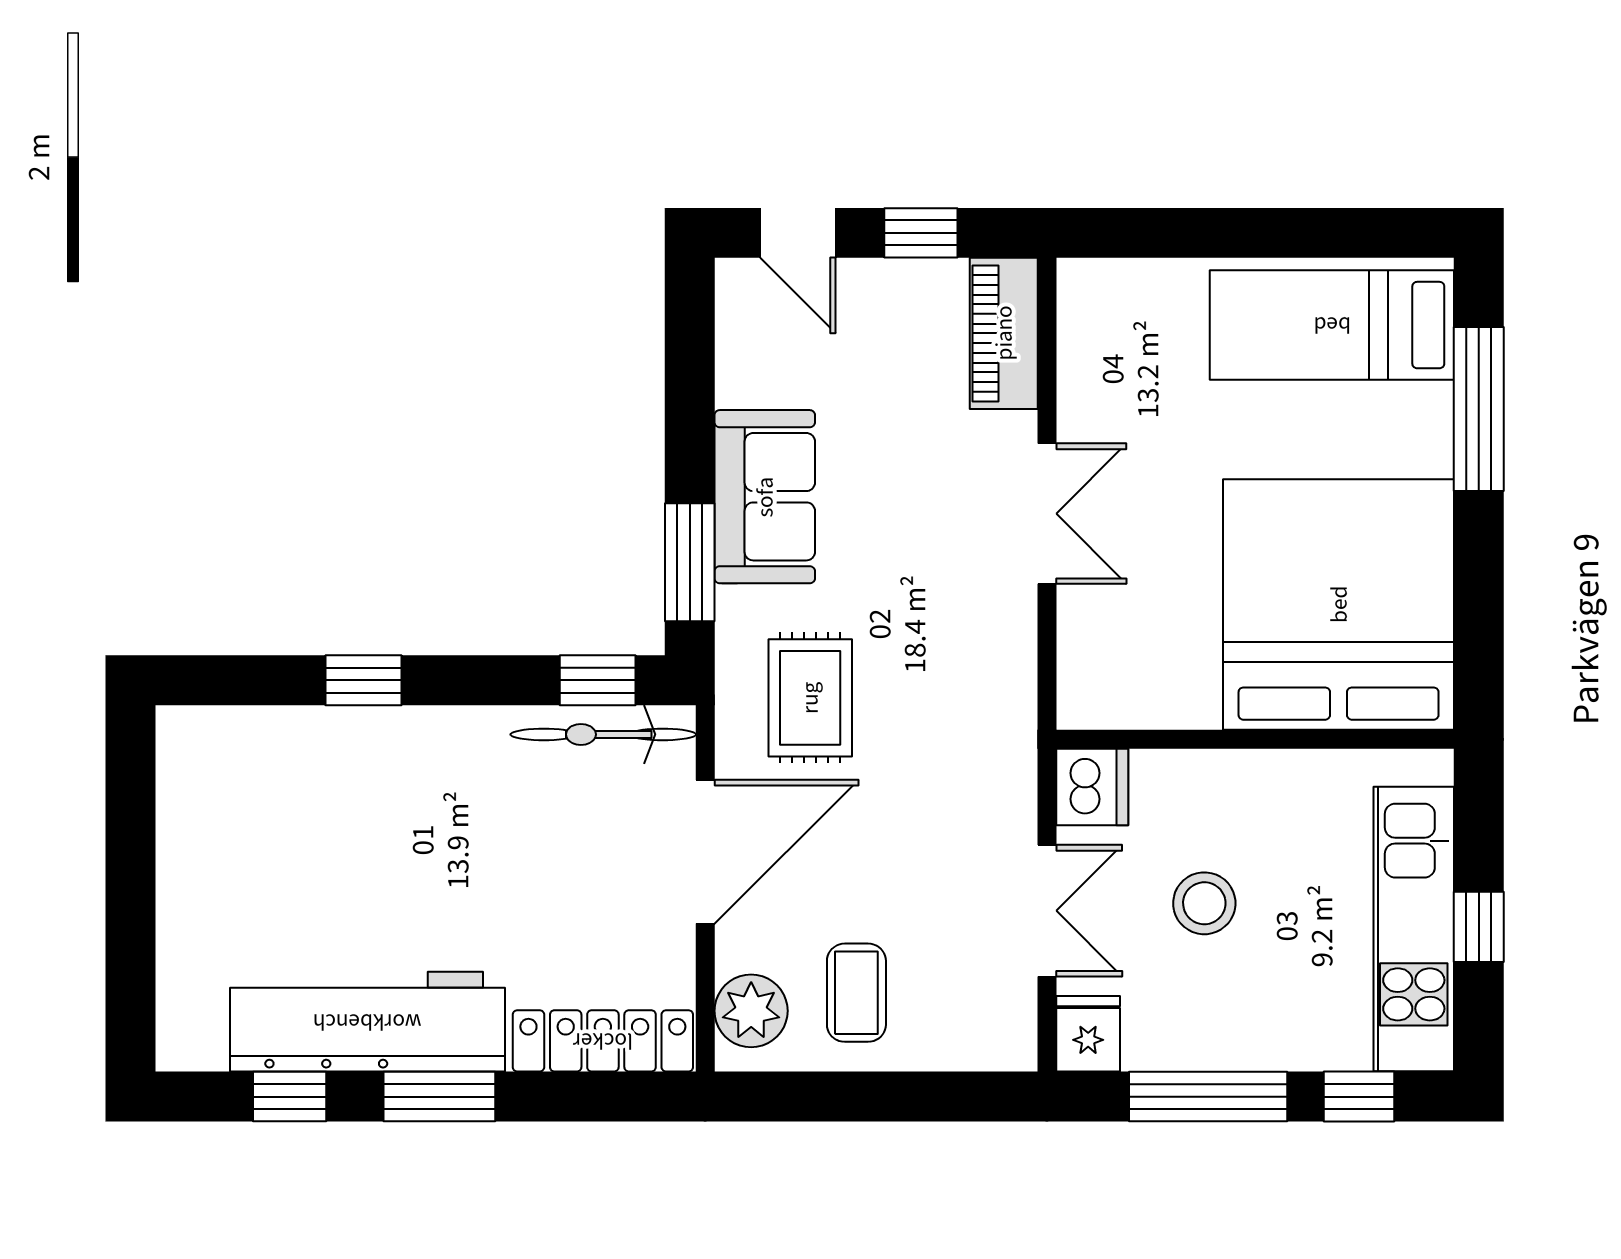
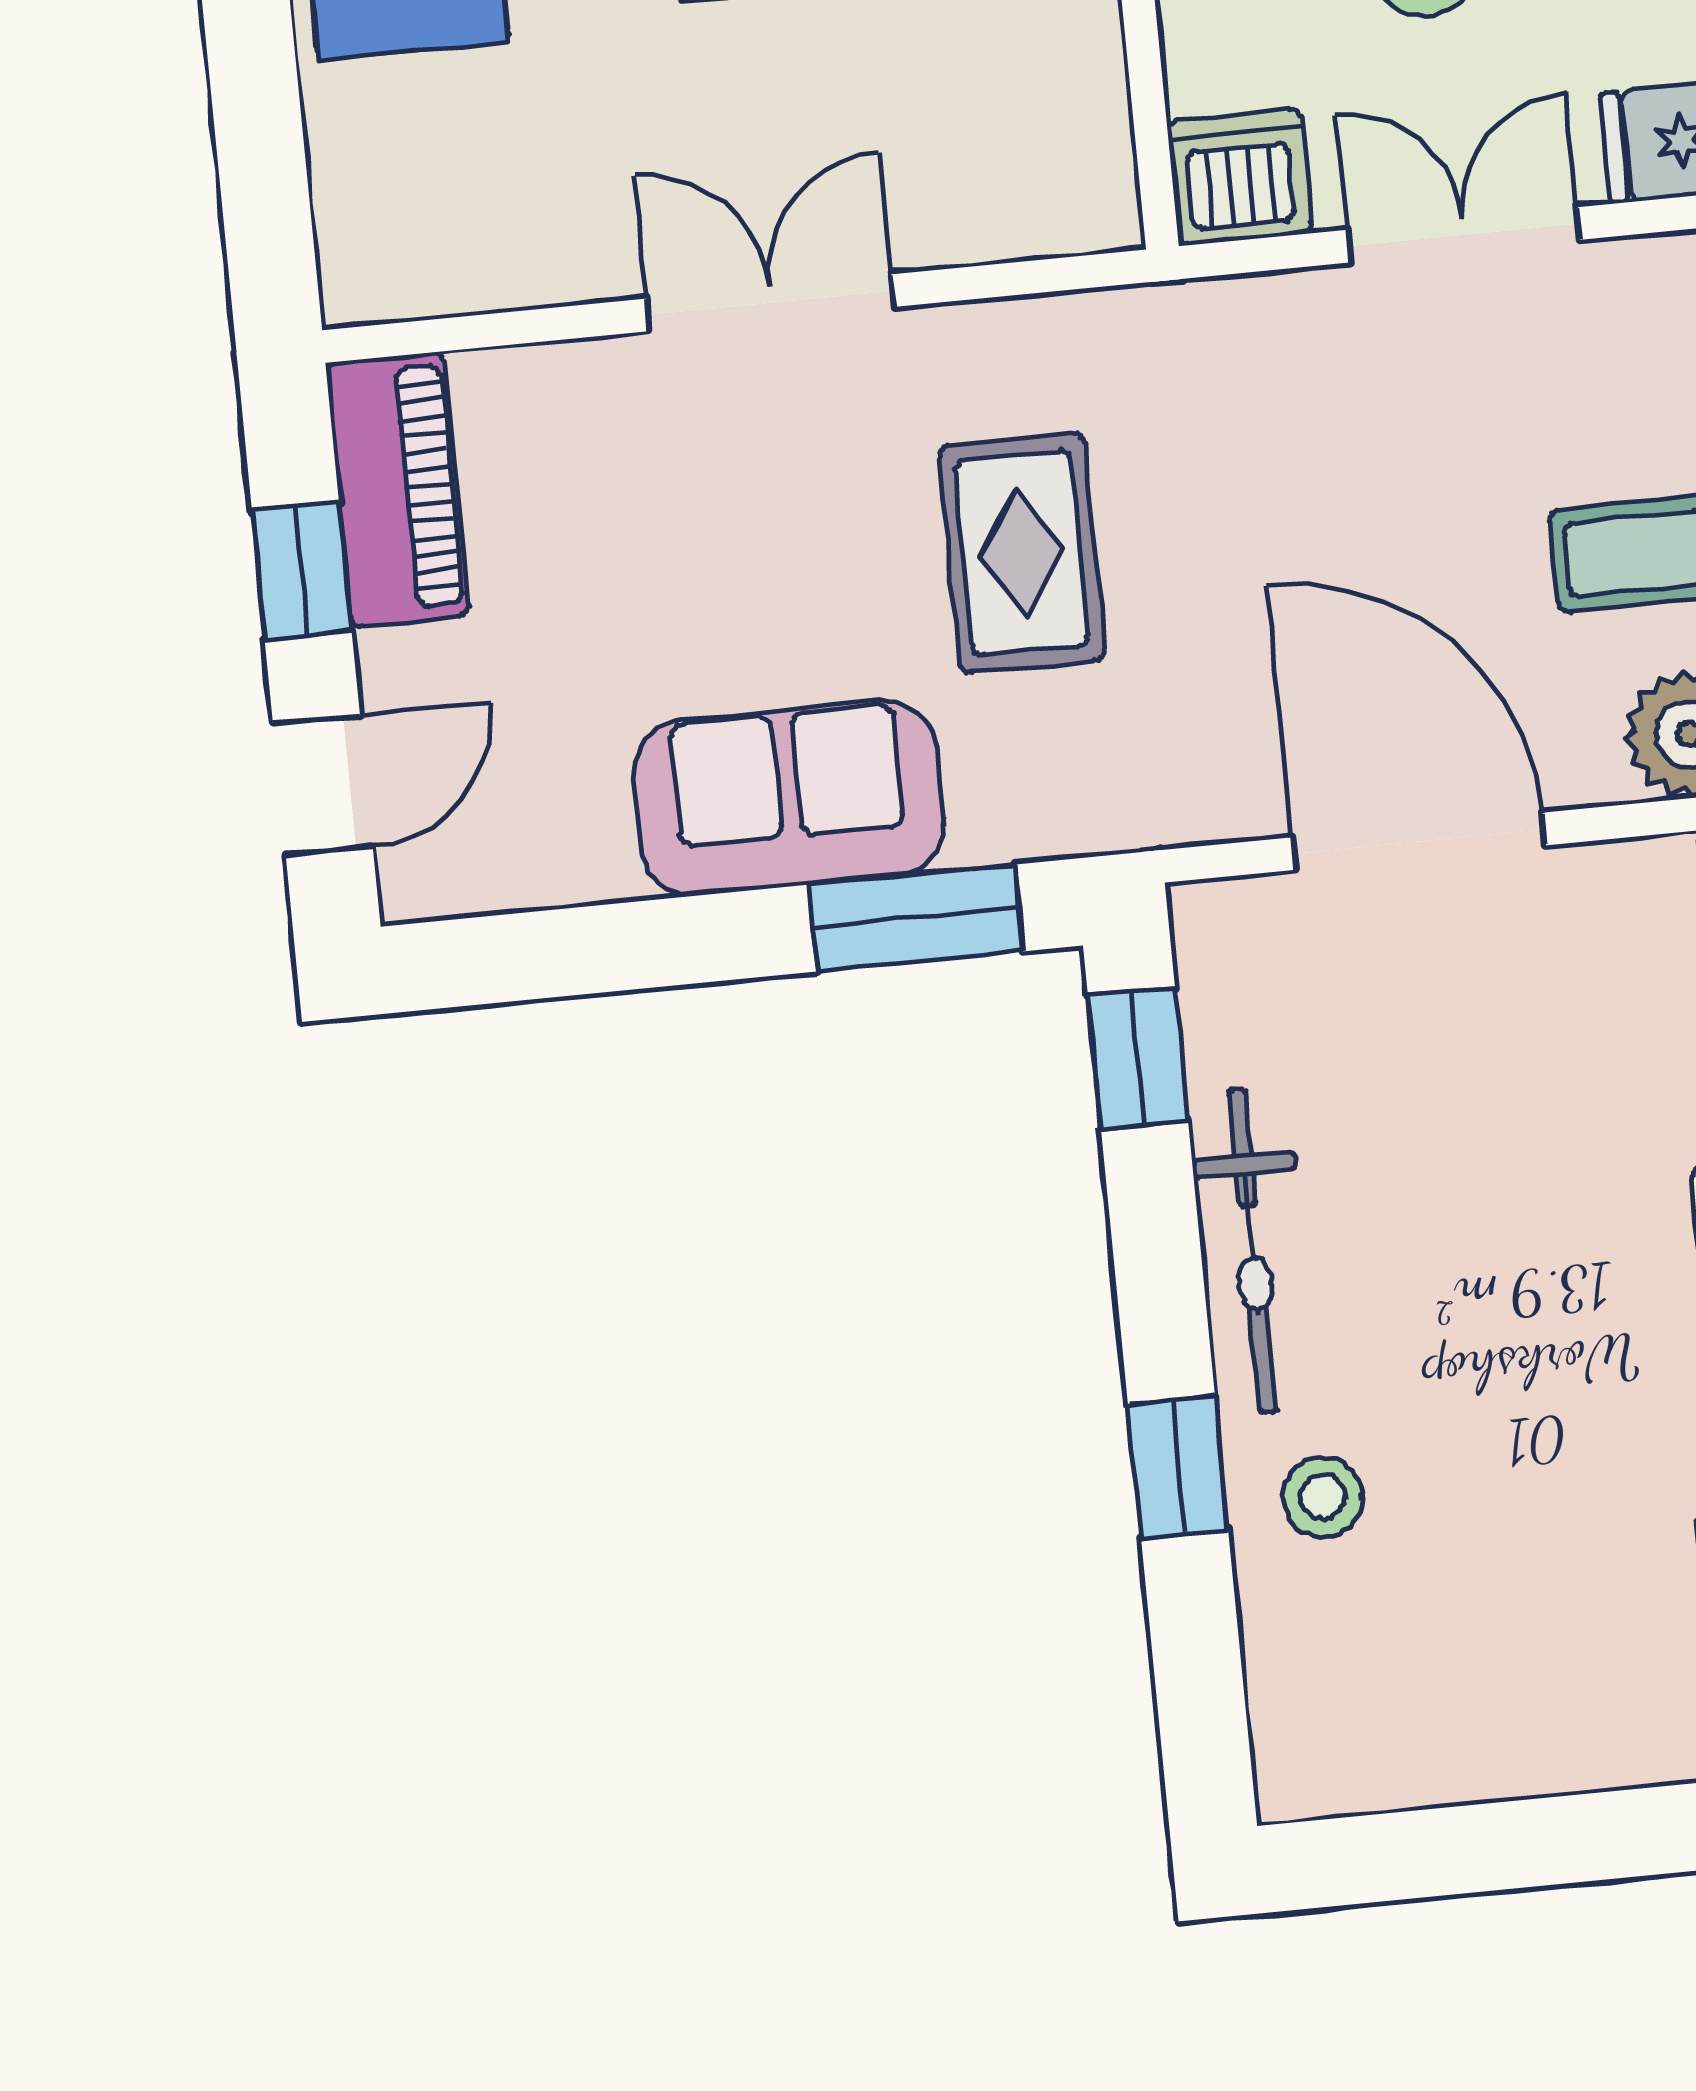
piano: (1004, 333) -> (397, 489), moved, turned -90
rug: (810, 698) -> (1022, 553), moved, turned 90
bicycle: (603, 734) -> (1252, 1251), moved
stool: (338, 761) -> (1323, 1497), added

